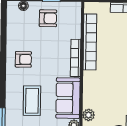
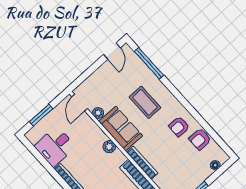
armchair: (48, 18) -> (200, 139), moved
plant: (89, 115) -> (109, 147), moved

